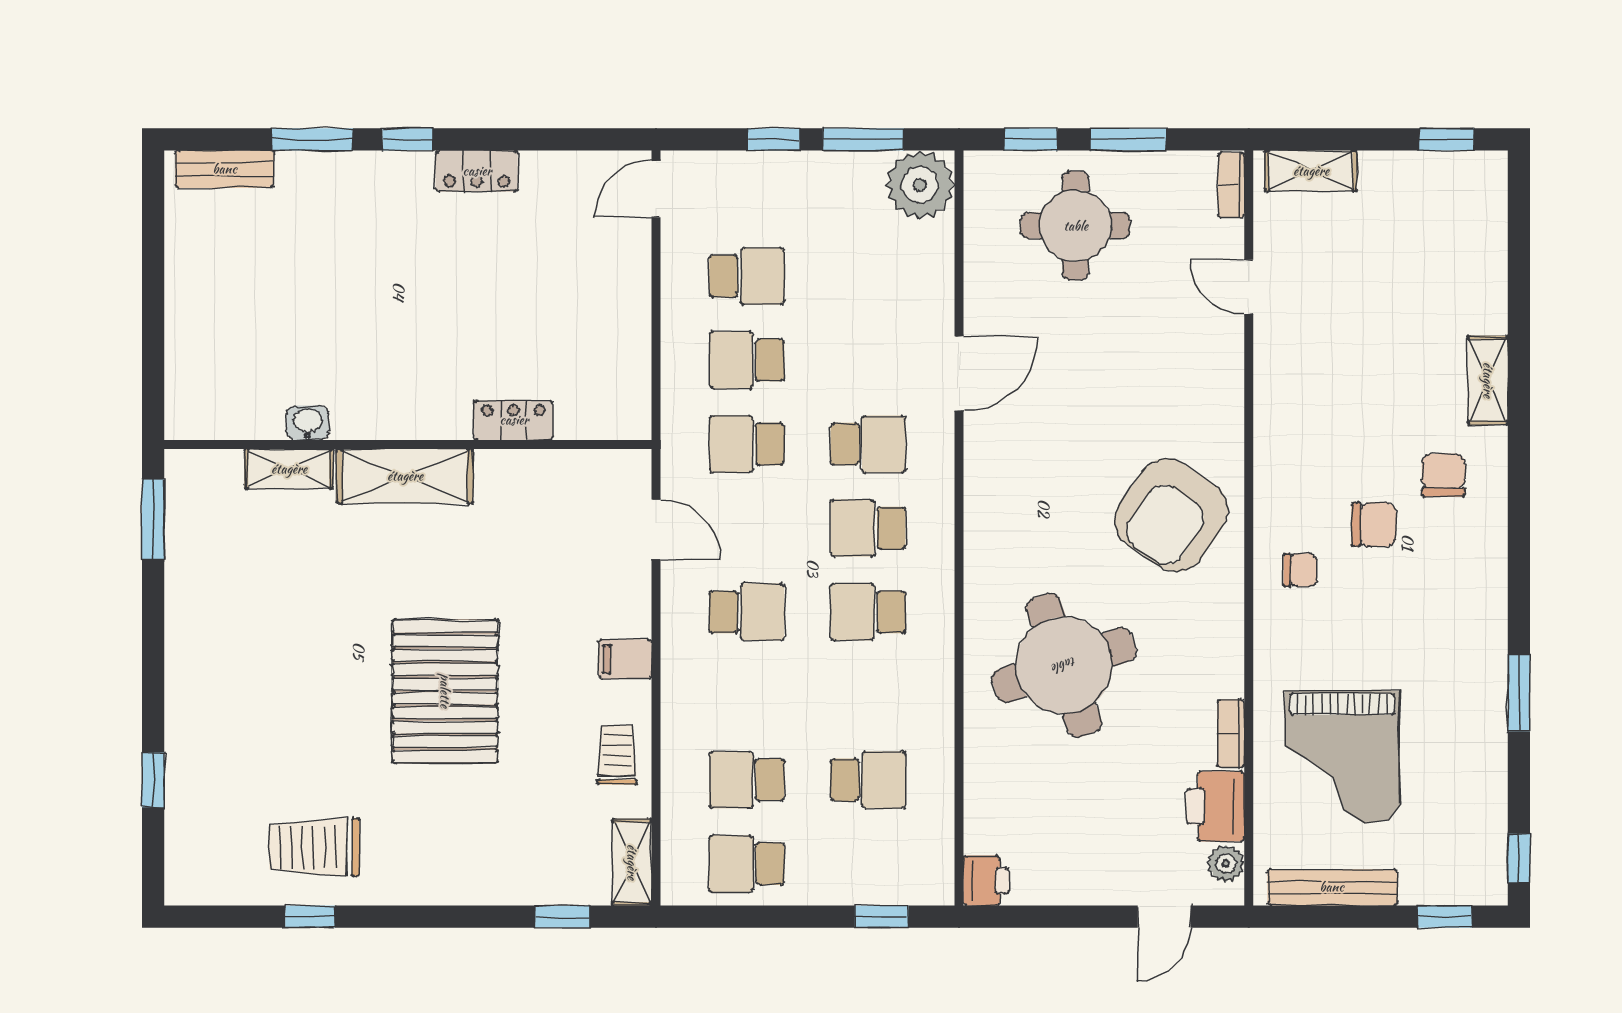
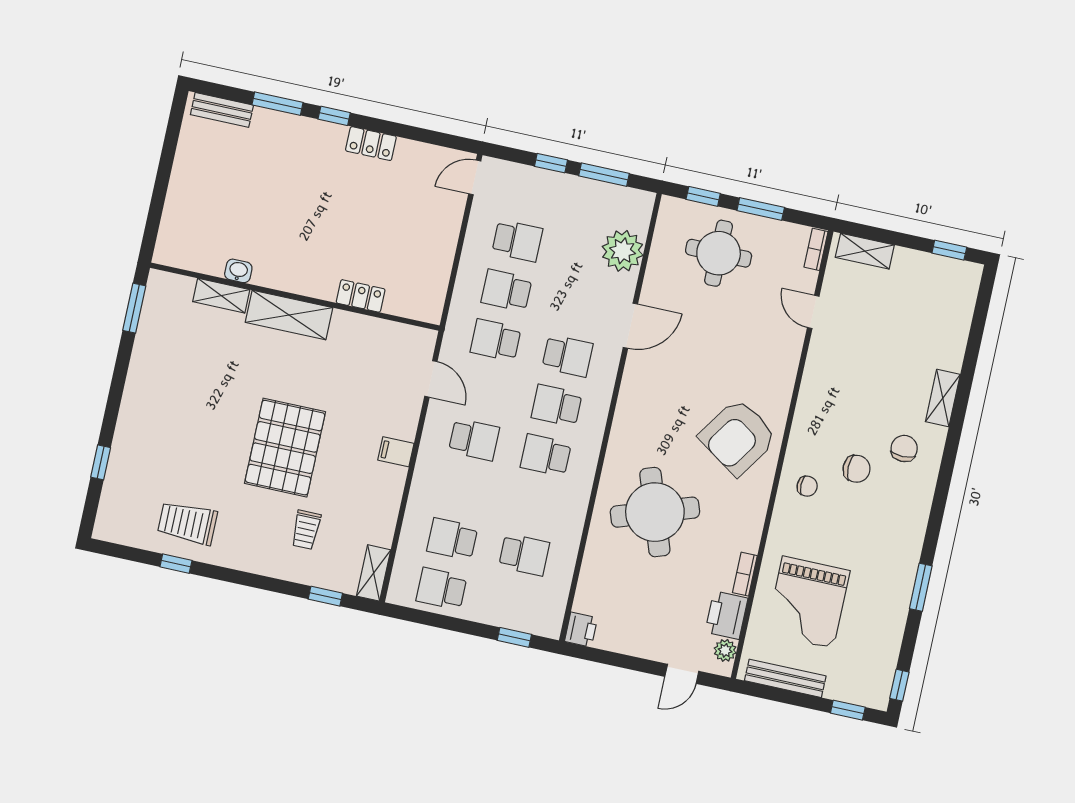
plant: (920, 185) -> (623, 251), moved
trolley: (617, 755) -> (306, 530), moved, turned 180

